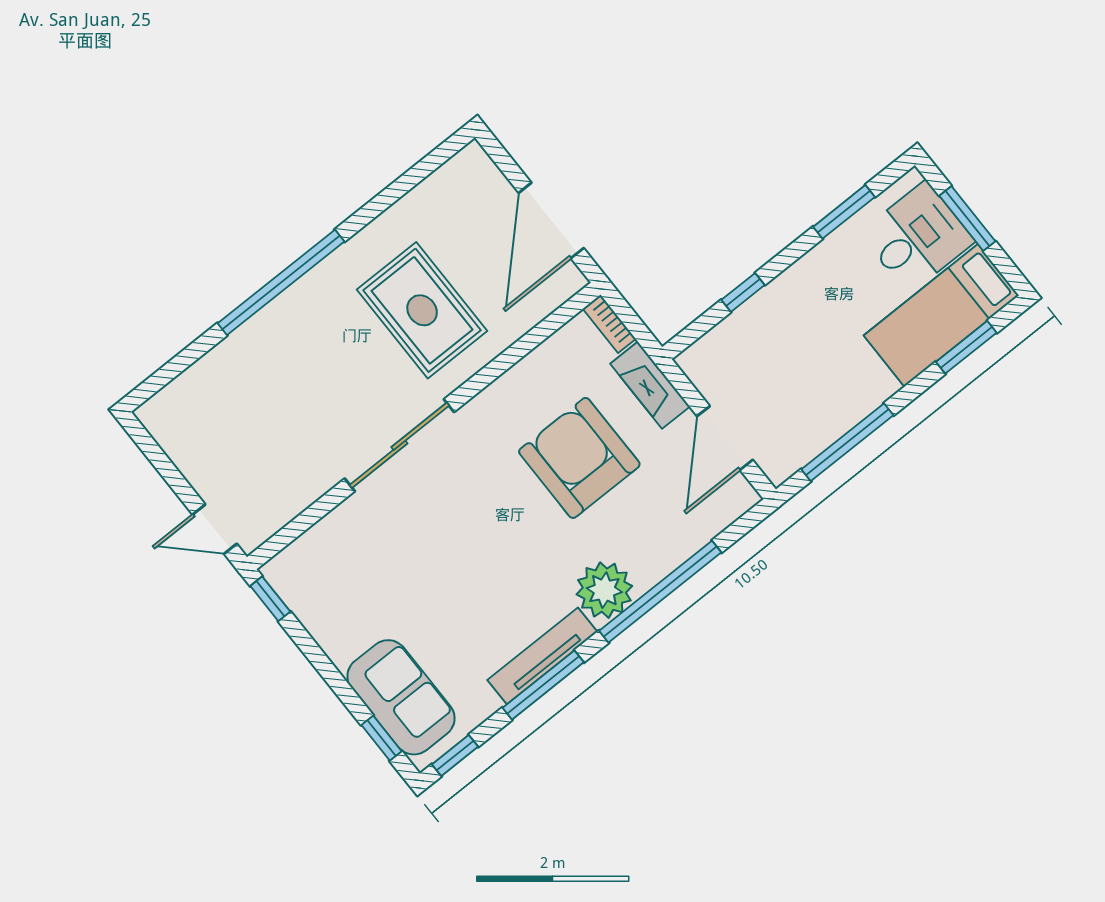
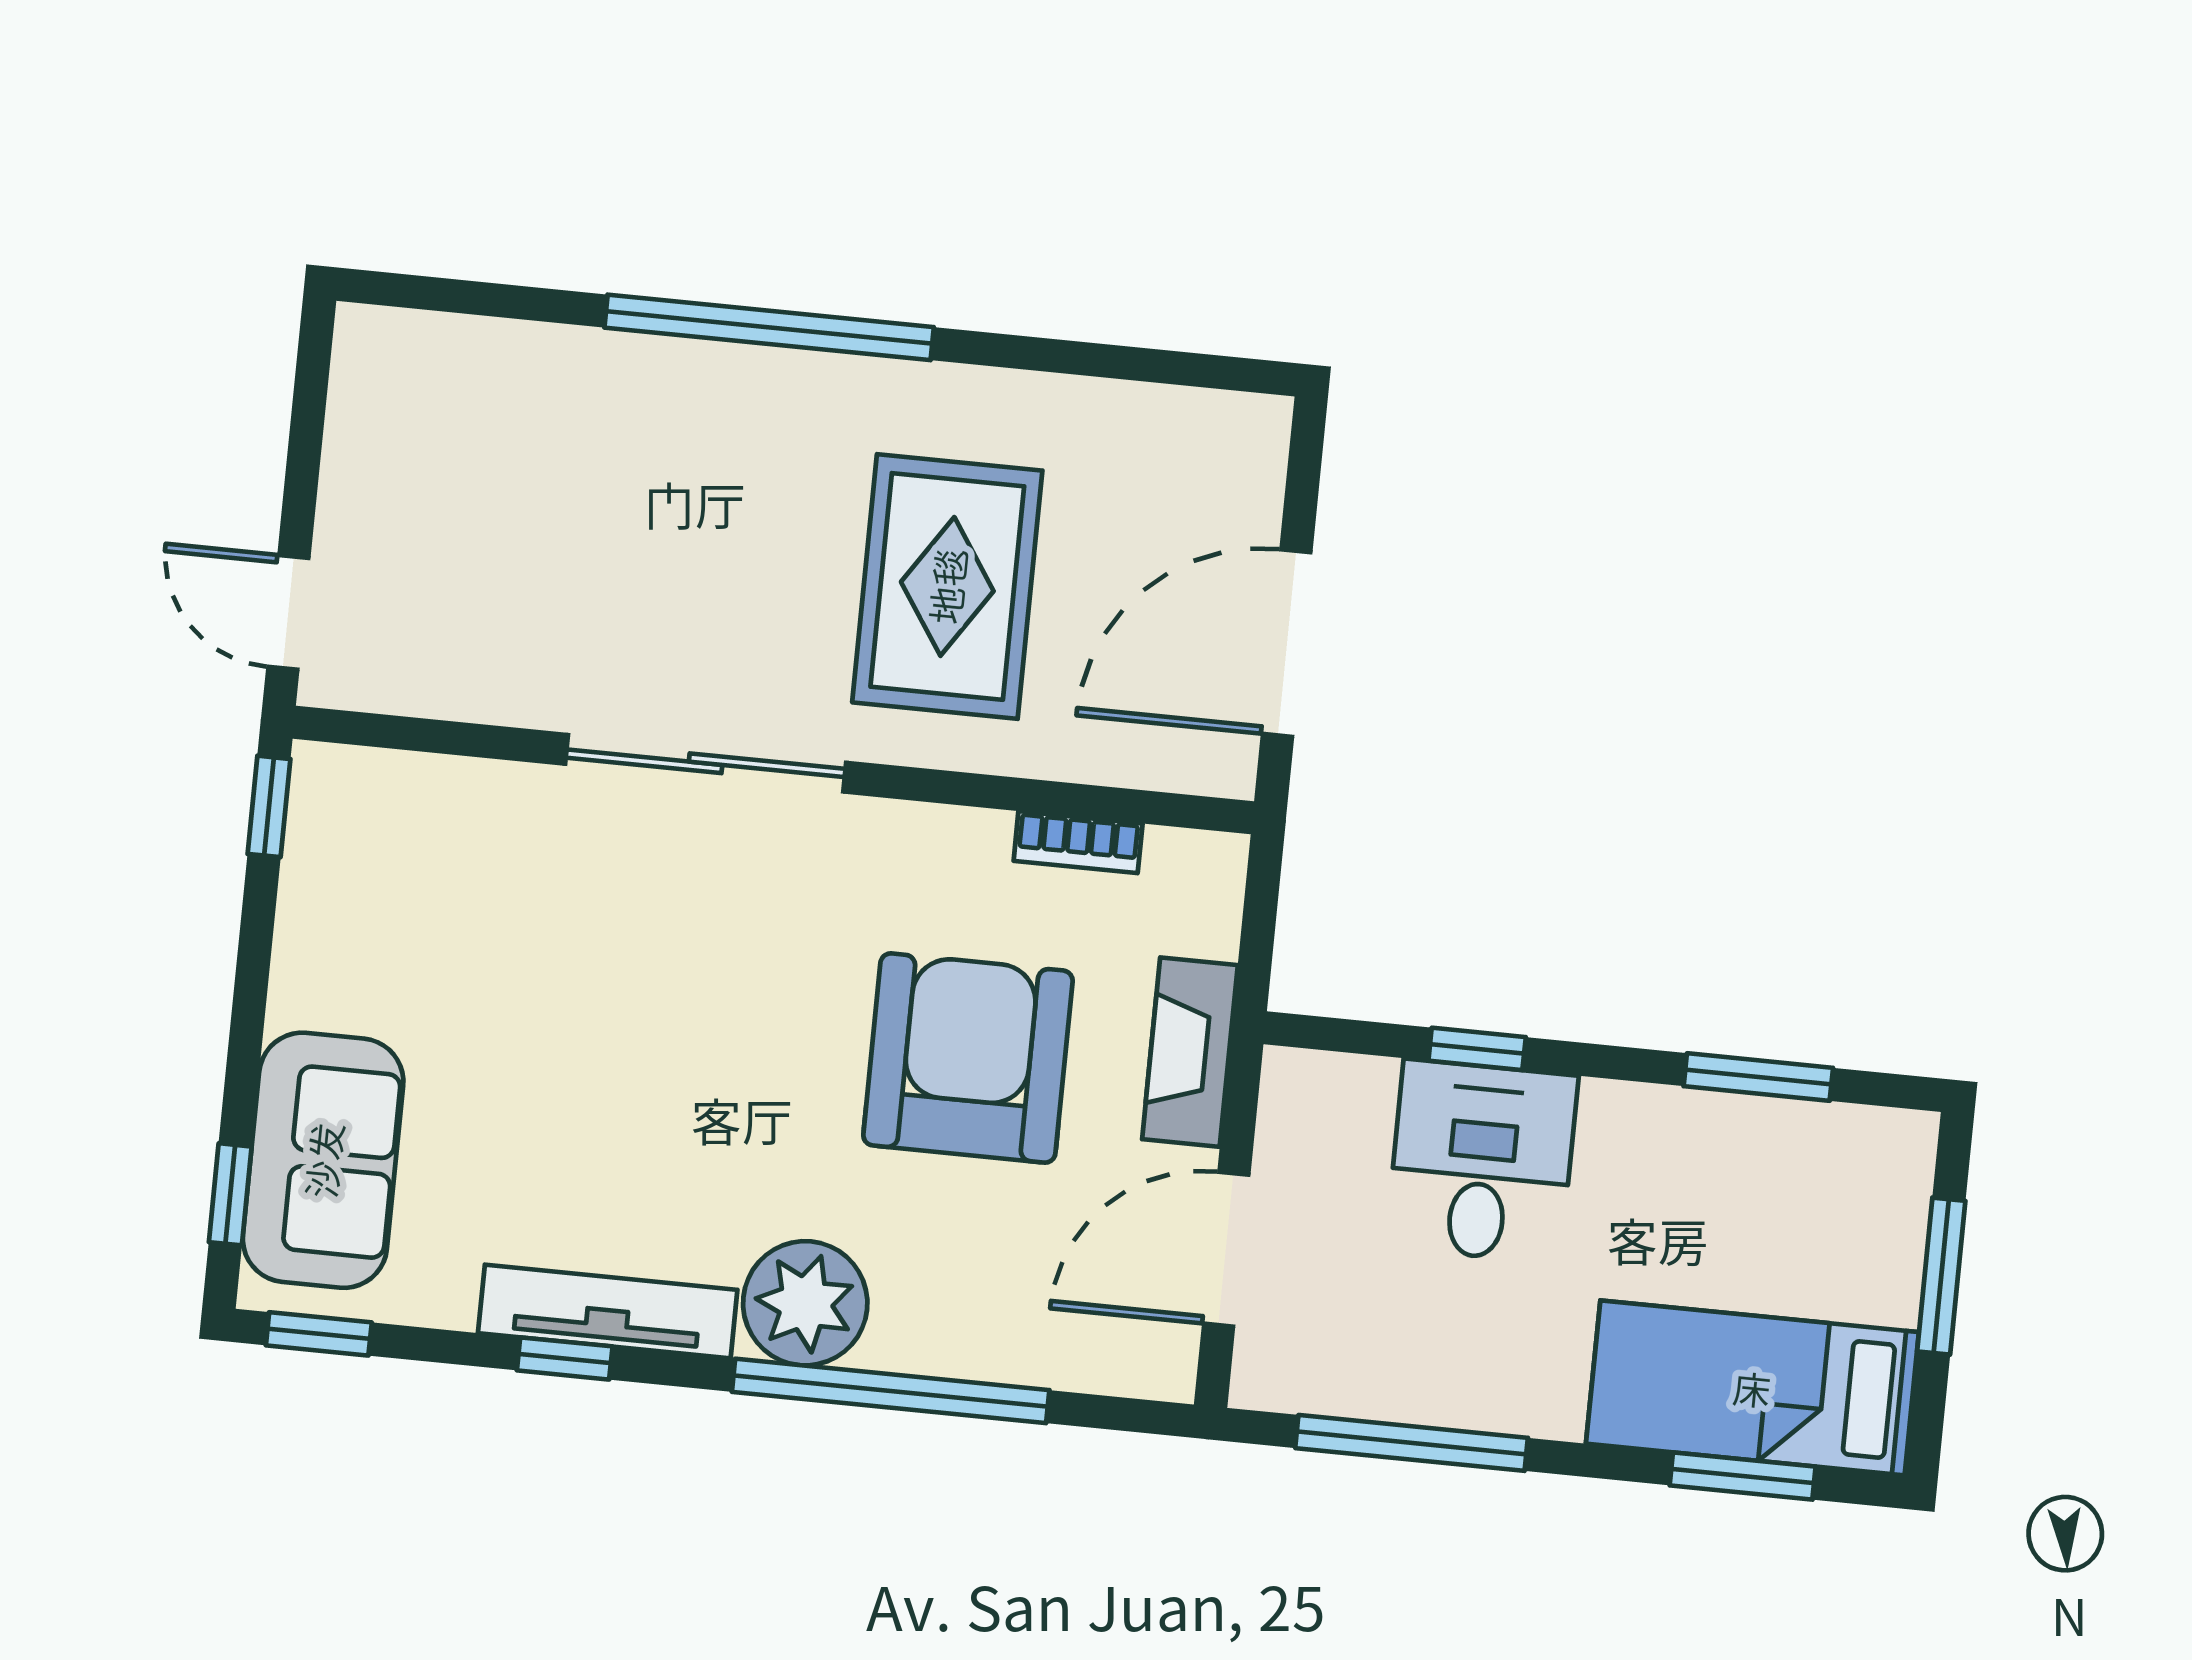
desk: (917, 237) -> (1482, 1161), moved, turned -90
bookcase: (609, 324) -> (1078, 842), moved, turned -90
window: (543, 685) -> (565, 1358), width x0.46

